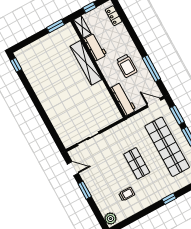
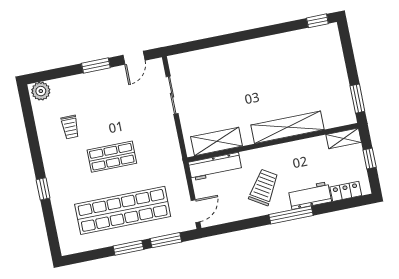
workbench: (95, 47) -> (310, 196), moved, turned 180
trolley: (127, 66) -> (264, 187), turned 122
window: (151, 68) -> (291, 215), moved
shelving: (108, 103) -> (217, 141), added

